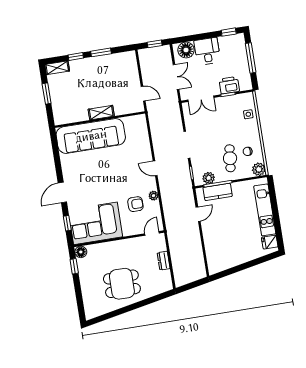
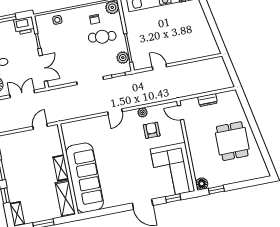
printer: (229, 85) -> (24, 26), moved, turned -90
shelving: (71, 116) -> (65, 199), added
kitchen counter: (218, 192) -> (136, 48), removed

